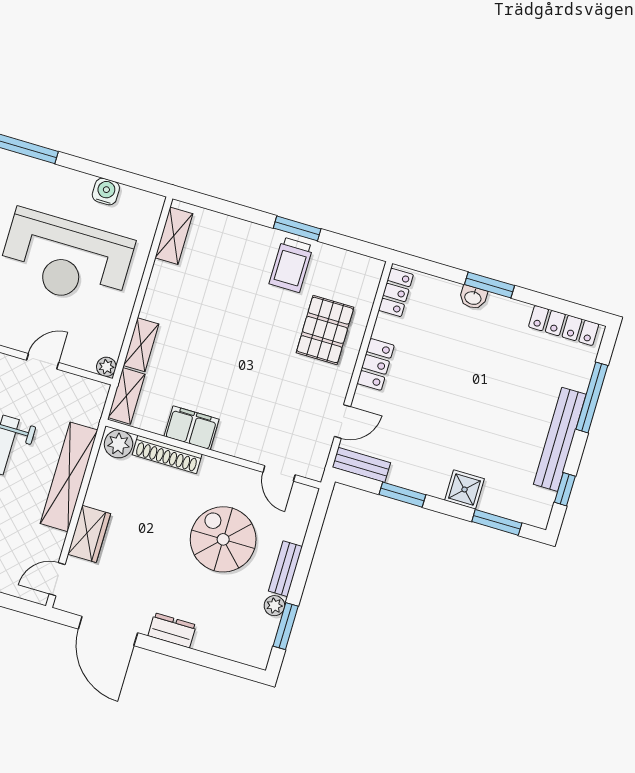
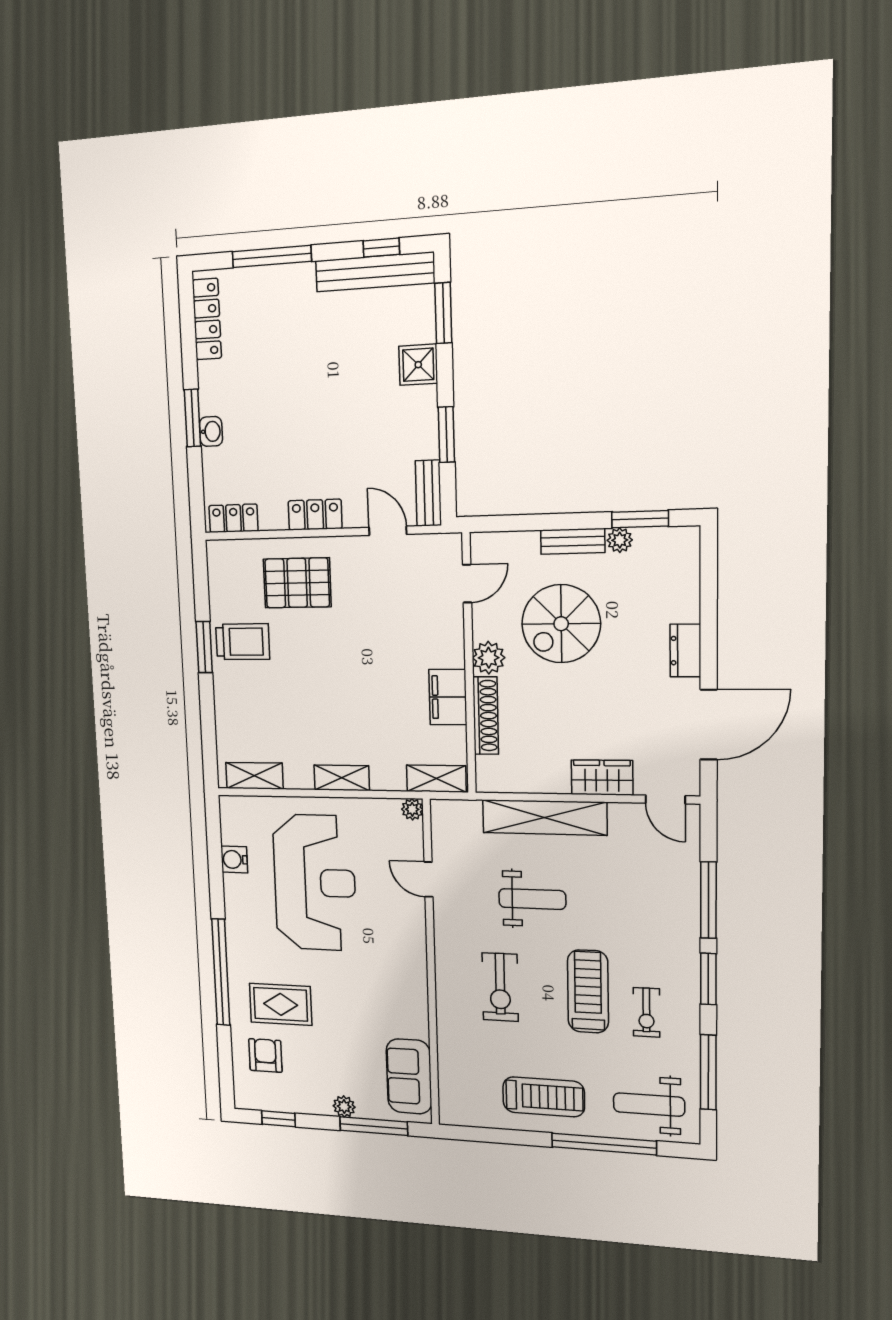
shelving: (141, 345) -> (342, 778), moved
bench: (560, 439) -> (375, 272), moved
plant: (118, 444) -> (489, 658), moved

